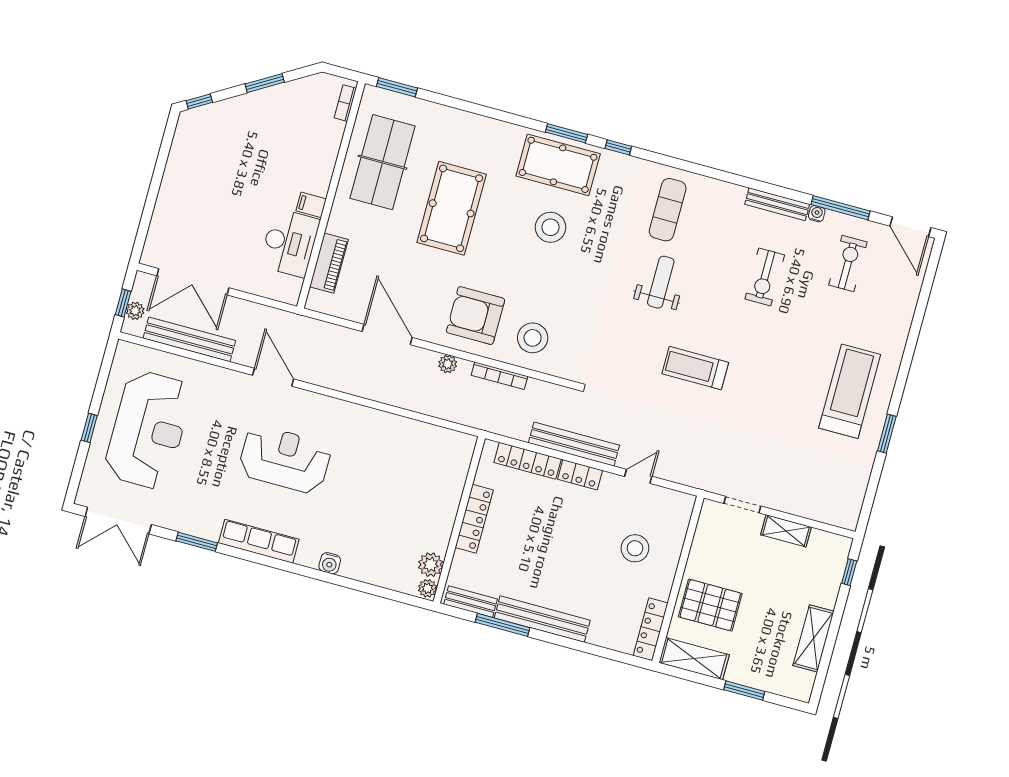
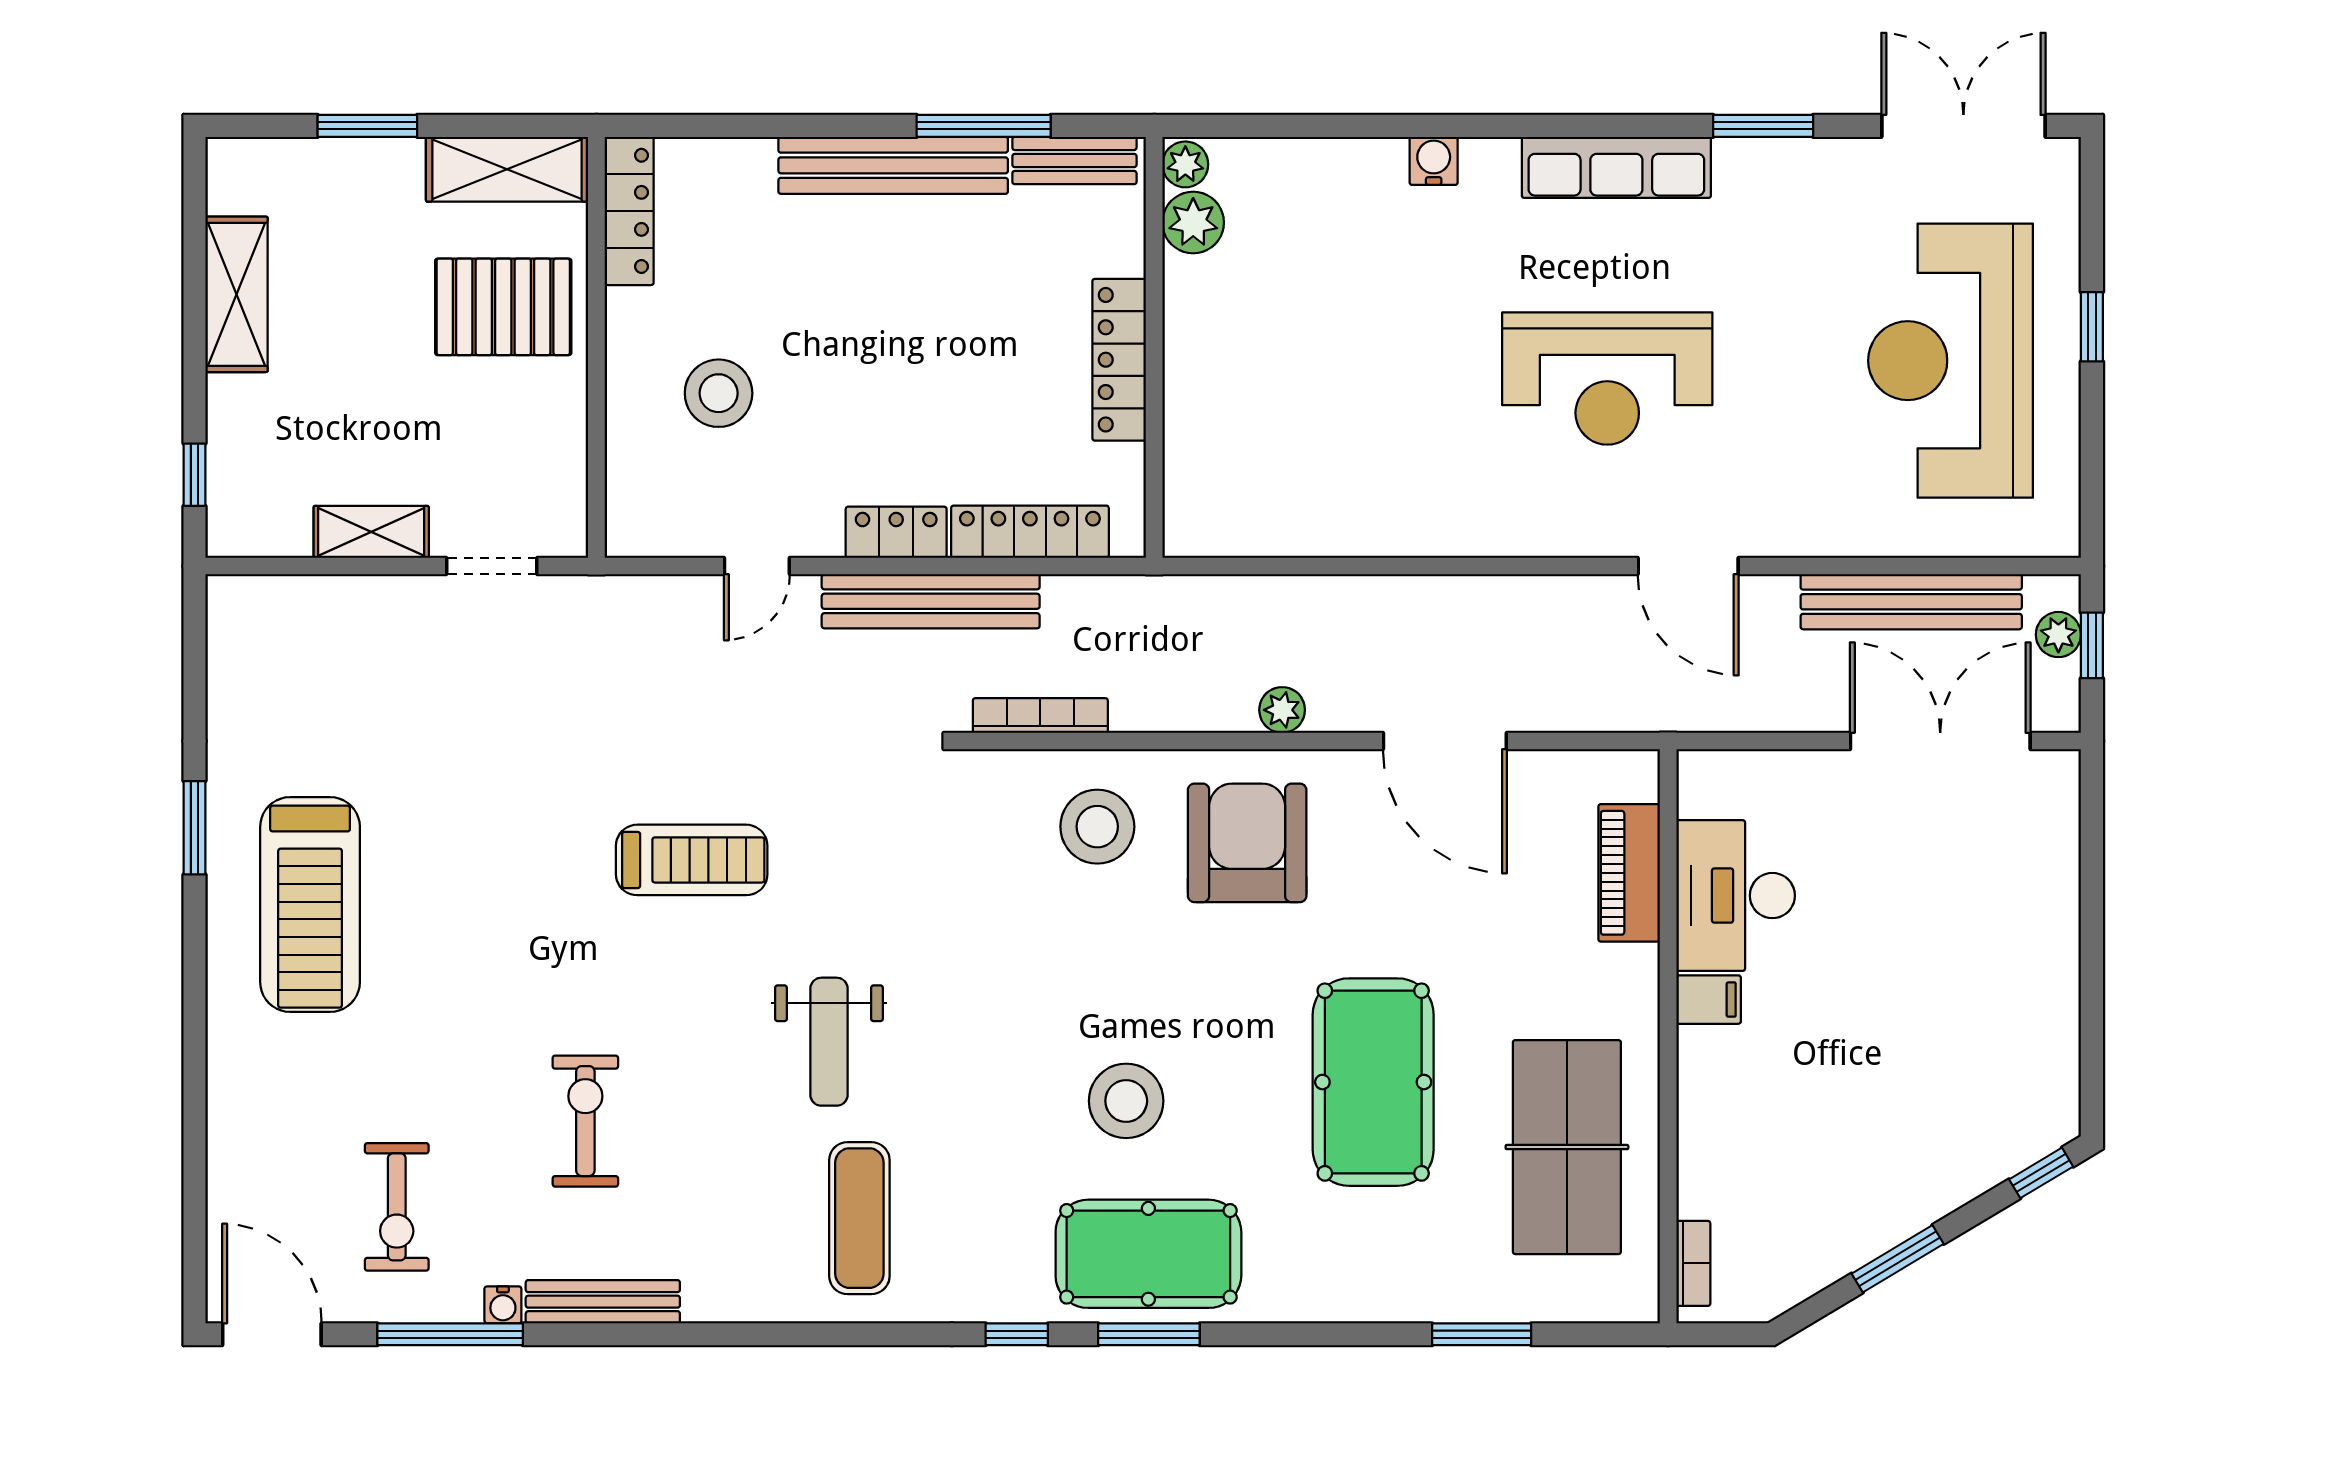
window: (397, 87) -> (1482, 1334), moved
armchair: (476, 316) -> (1247, 843), turned -90
bookcase: (499, 376) -> (1040, 715), moved

